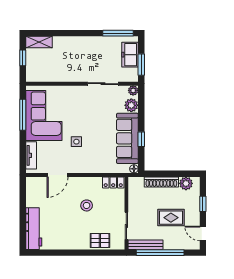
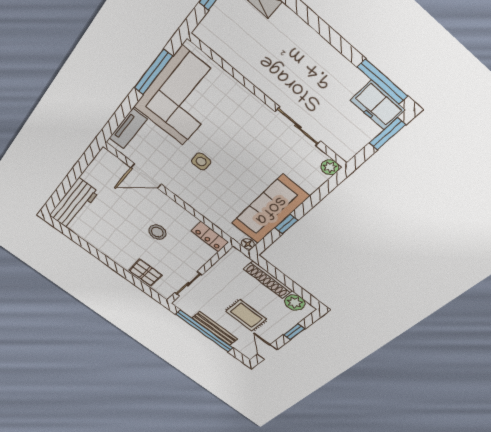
freezer: (130, 55) -> (378, 105), moved, turned -90
window: (141, 65) -> (387, 134), moved
plant: (131, 105) -> (310, 181), removed
bench: (145, 245) -> (215, 328), moved

